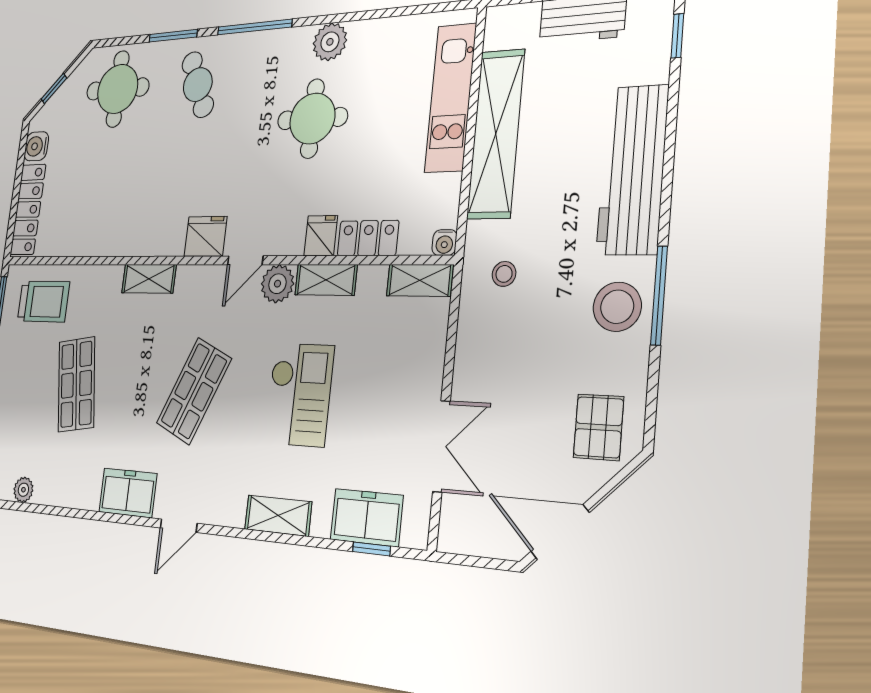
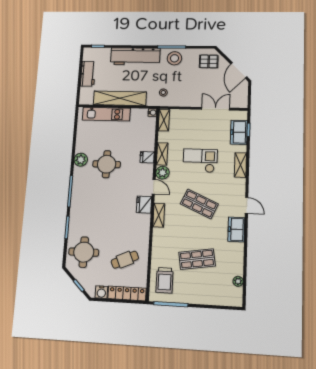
cafe table: (198, 85) -> (125, 260), moved
locker: (368, 238) -> (149, 139), removed
shelving: (149, 279) -> (159, 215), moved
trolley: (43, 302) -> (165, 280), turned 180

